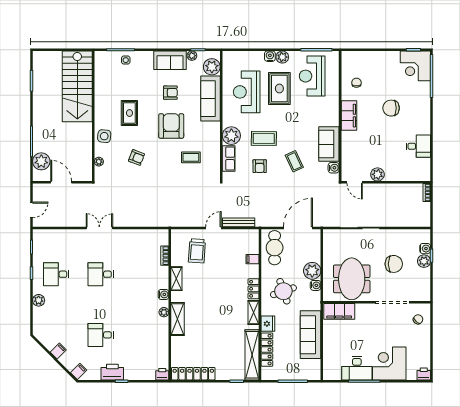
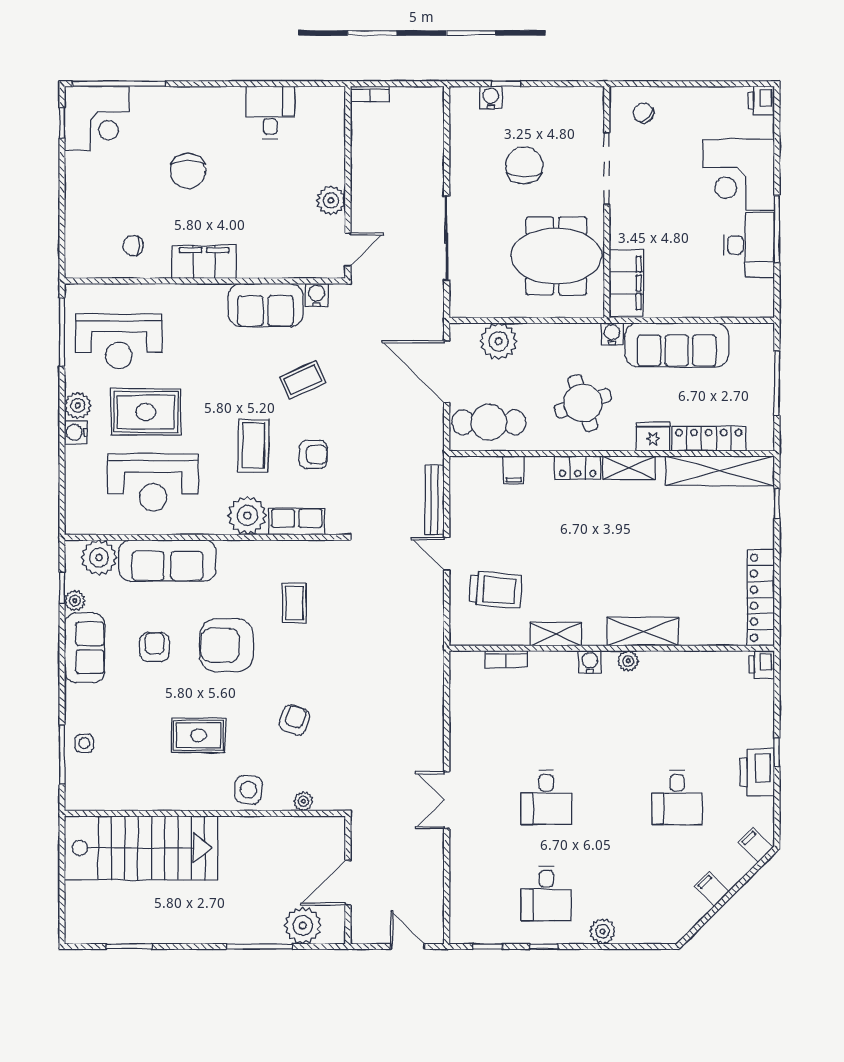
plant: (424, 261) -> (518, 100), removed
plant: (312, 271) -> (499, 341), moved
water cooler: (316, 285) -> (612, 334), moved

